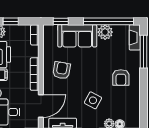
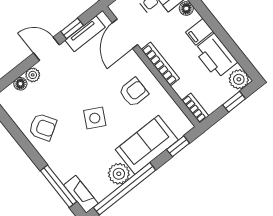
armchair: (62, 70) -> (134, 92), turned -100
armchair: (121, 78) -> (43, 127), moved, turned 148
side table: (93, 100) -> (95, 118), moved

